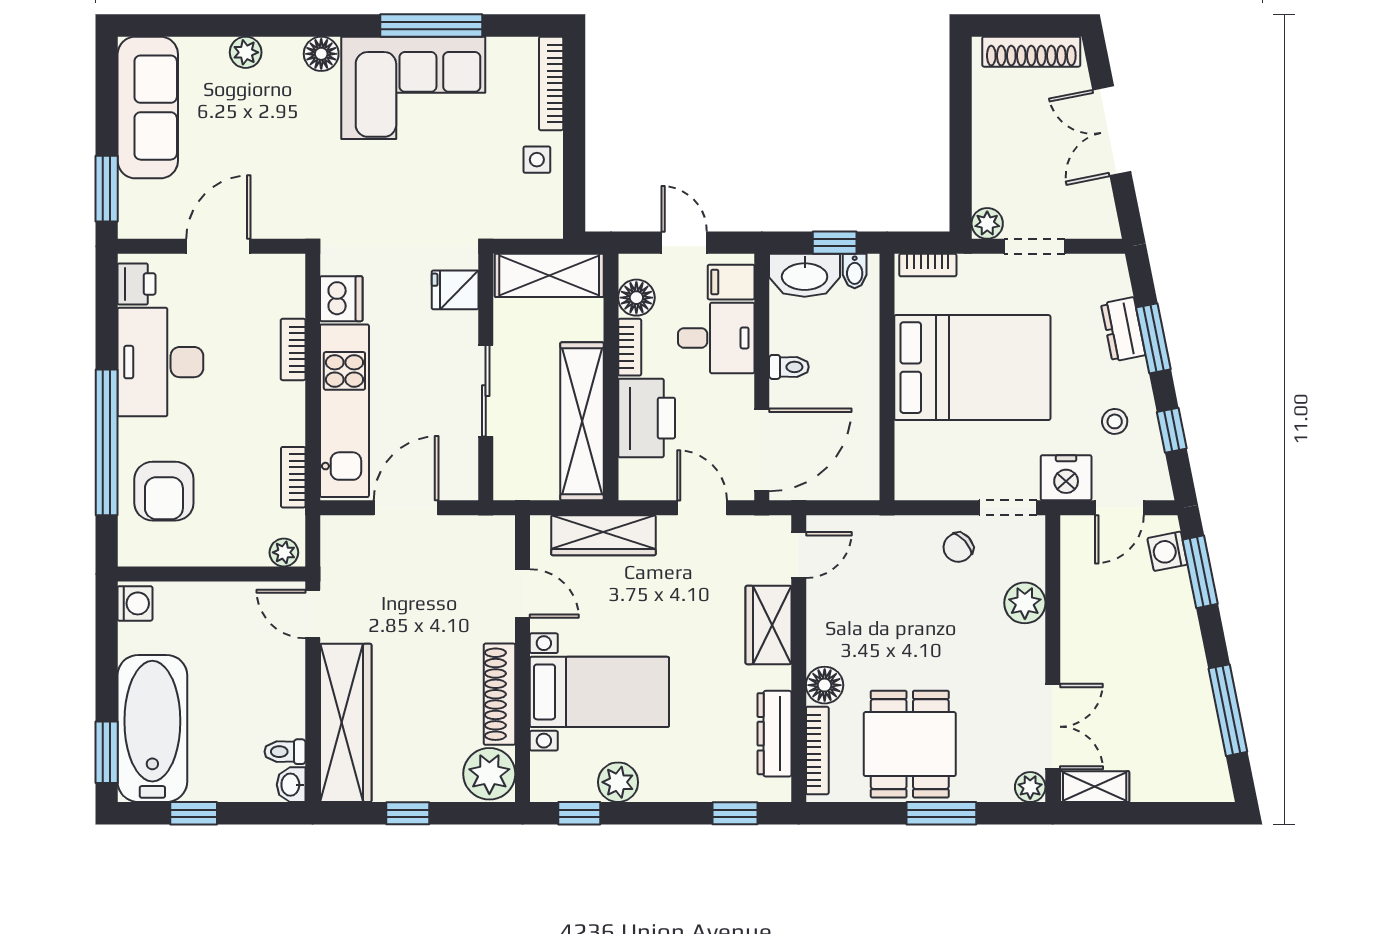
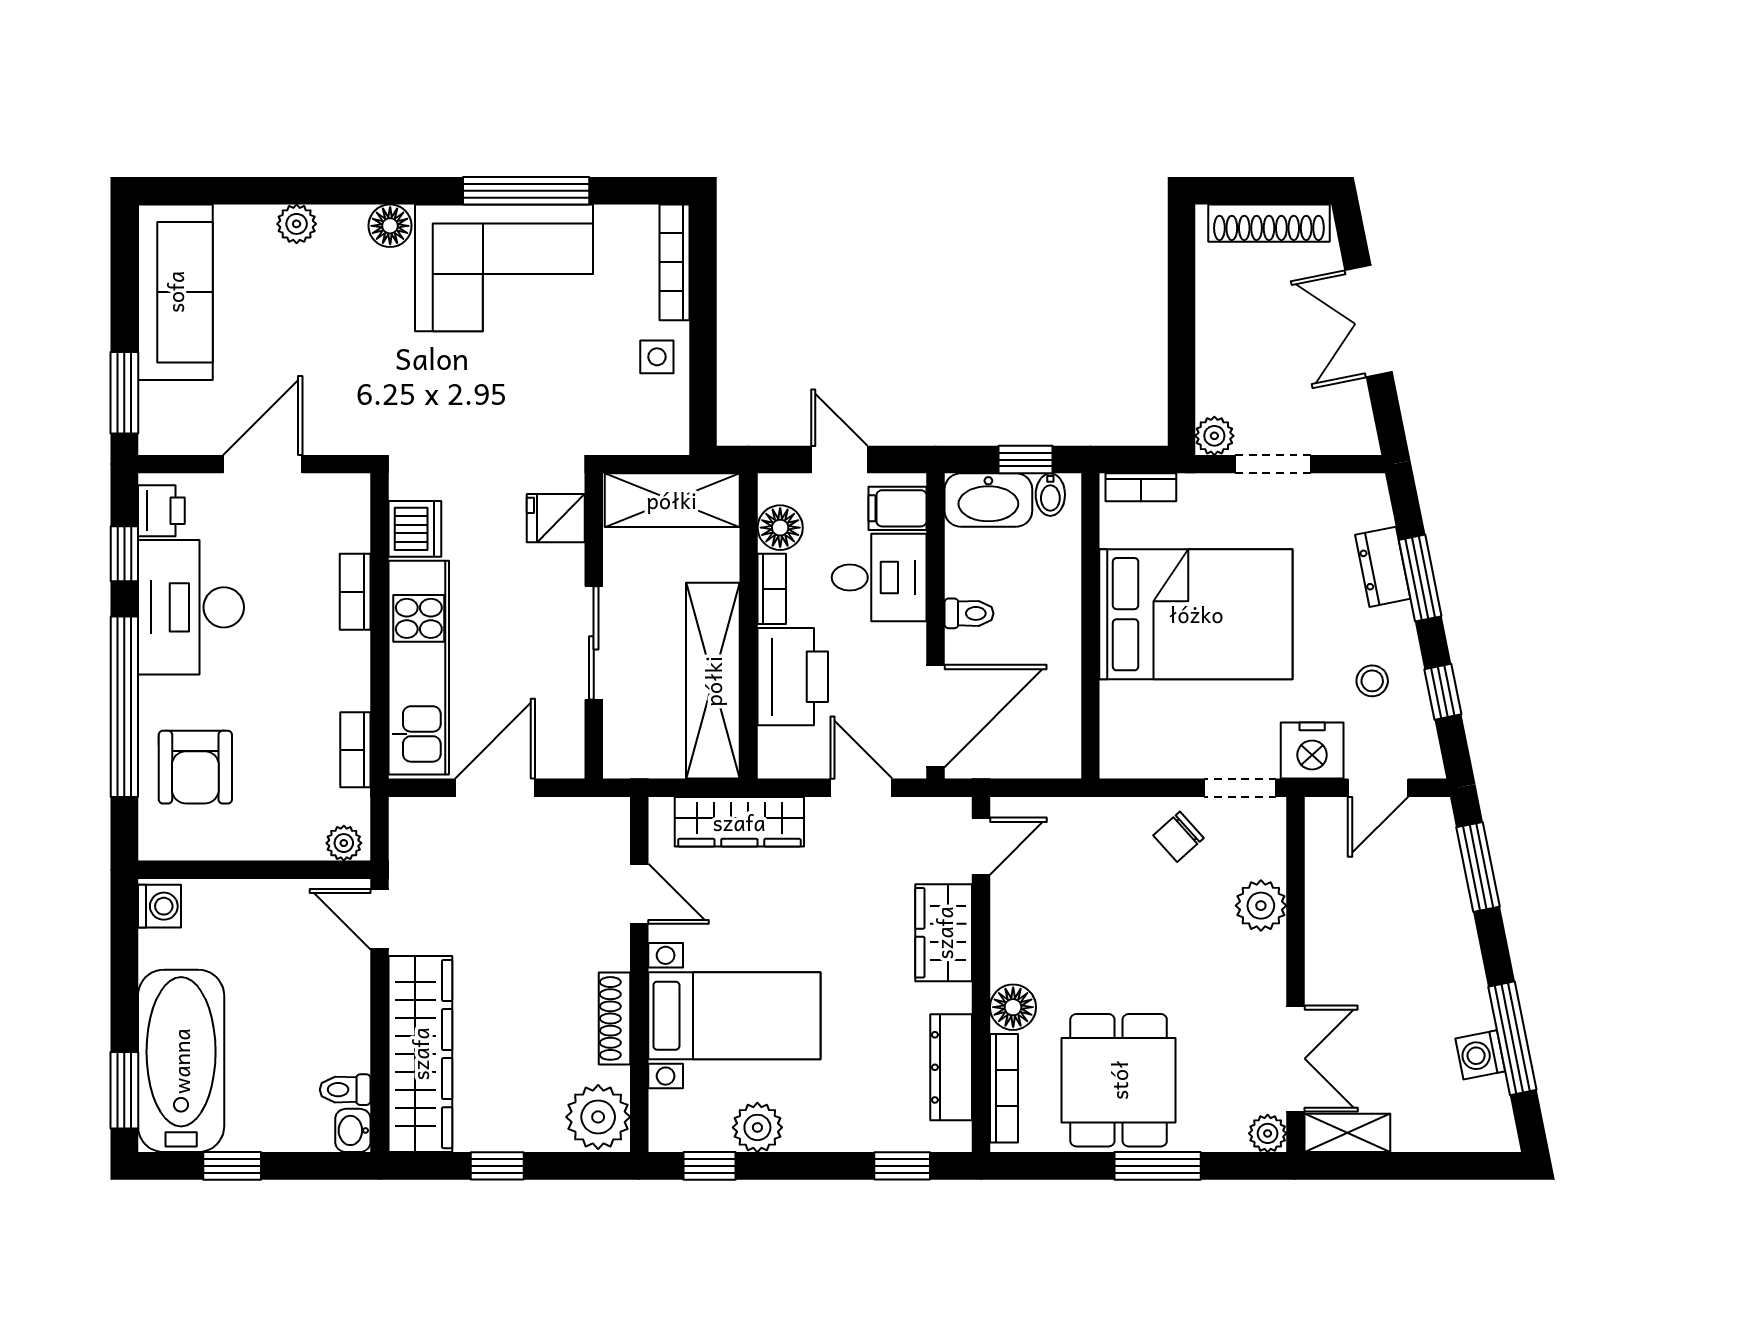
window: (107, 319) -> (124, 554), added
washing machine: (1167, 551) -> (1480, 1055), moved
shoe rack: (500, 694) -> (614, 1018), width x0.74, depth x0.81

